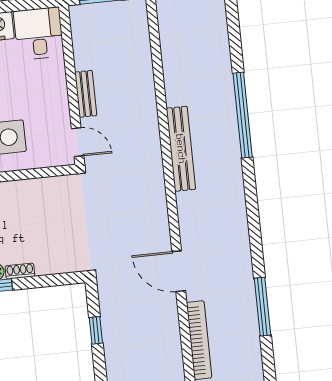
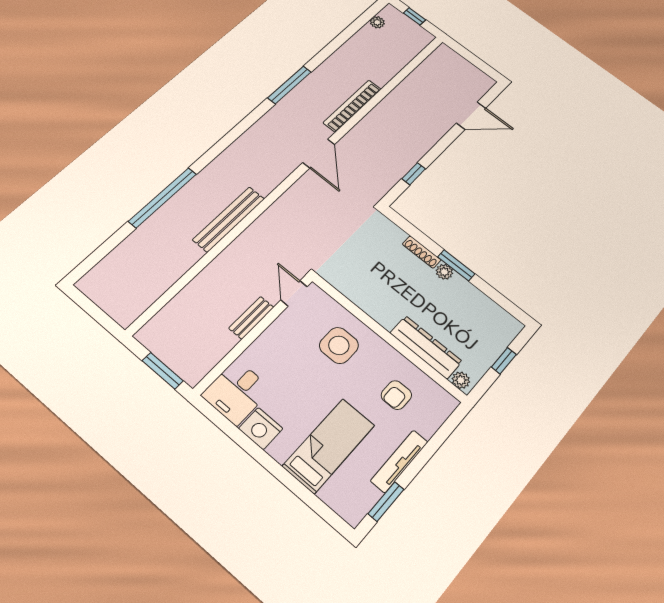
shoe rack: (20, 271) -> (422, 252), width x1.43

